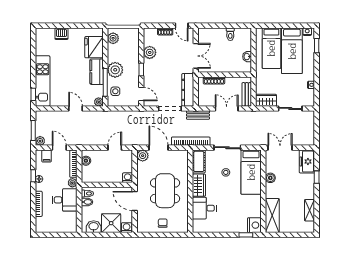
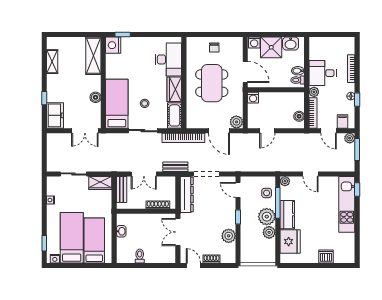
plant: (113, 38) -> (269, 232), moved
desk: (204, 208) -> (168, 59), width x1.37

